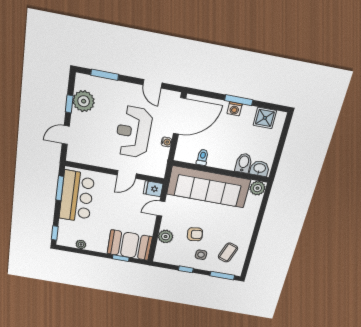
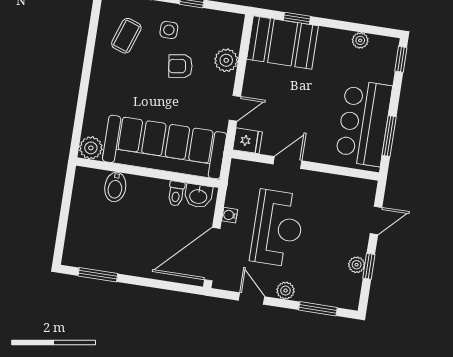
plant: (128, 89) -> (286, 291), added
window: (239, 100) -> (98, 275), moved
plant: (84, 101) -> (357, 265), width x0.53, depth x0.53
washing machine: (235, 109) -> (135, 267), removed
shower: (265, 118) -> (91, 256), removed
washbasin: (260, 168) -> (198, 196), moved

